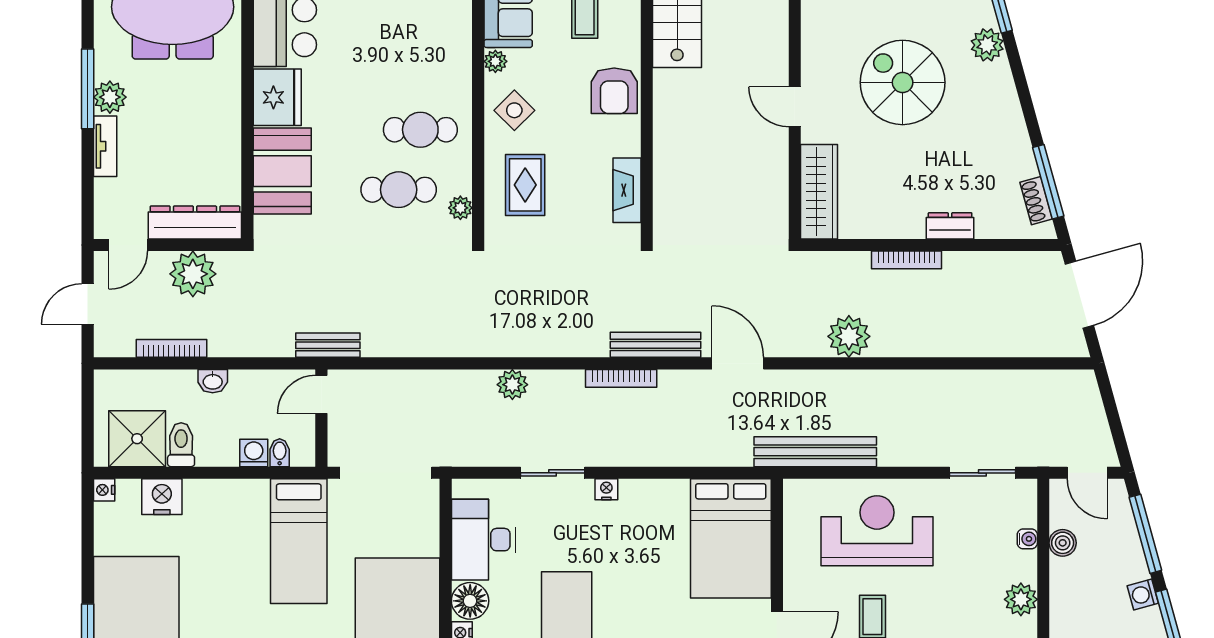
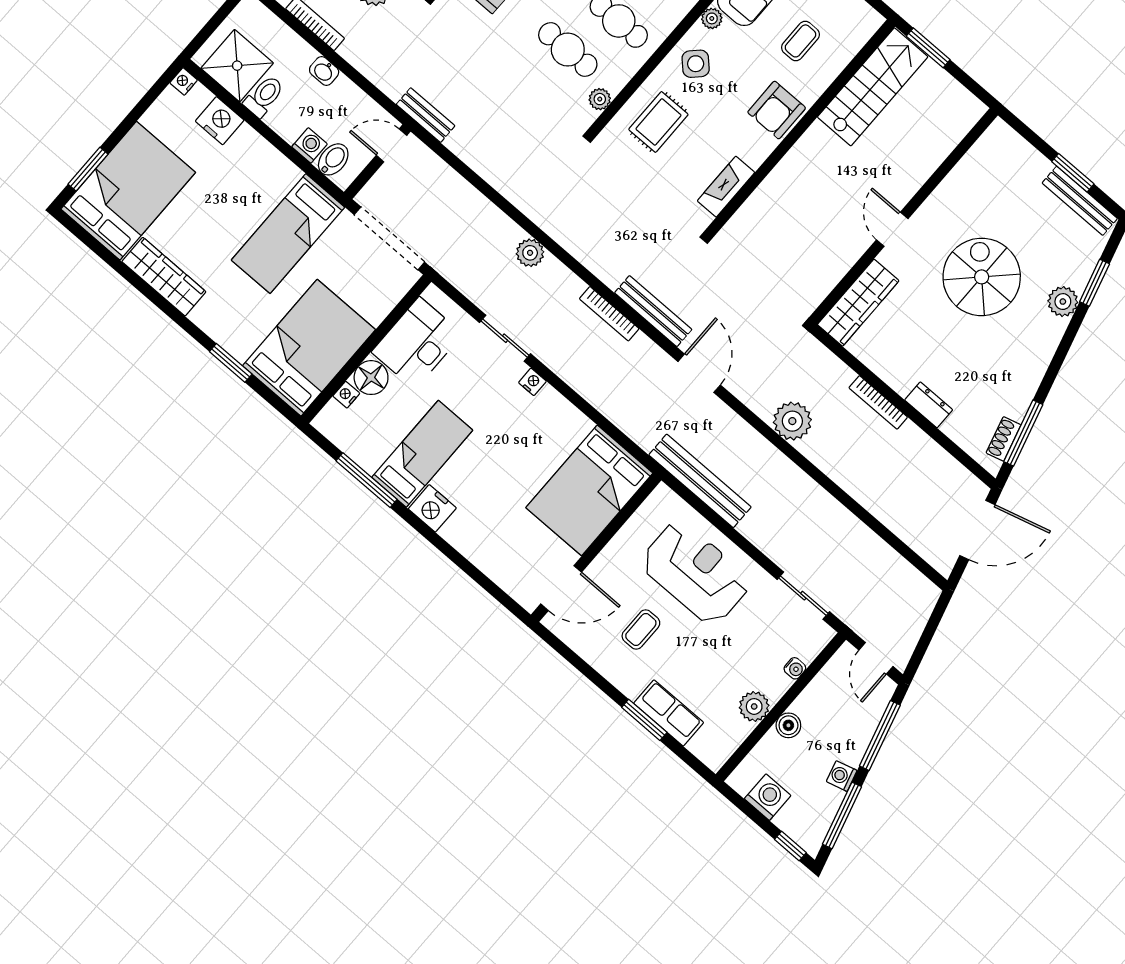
bidet: (280, 453) -> (333, 159), width x1.38, depth x1.36
boiler: (1063, 543) -> (788, 725), moved

